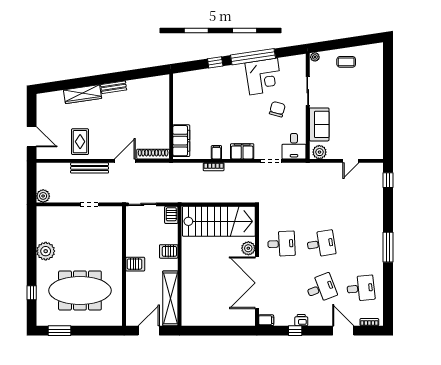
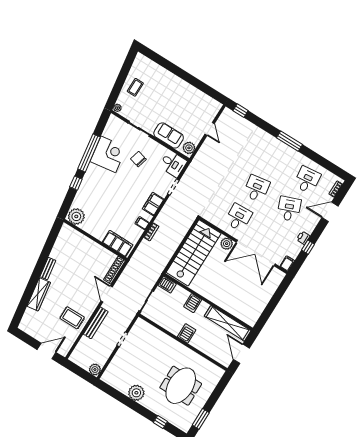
plant: (182, 83) -> (76, 216), added
meeting table: (80, 290) -> (181, 386), width x0.73

